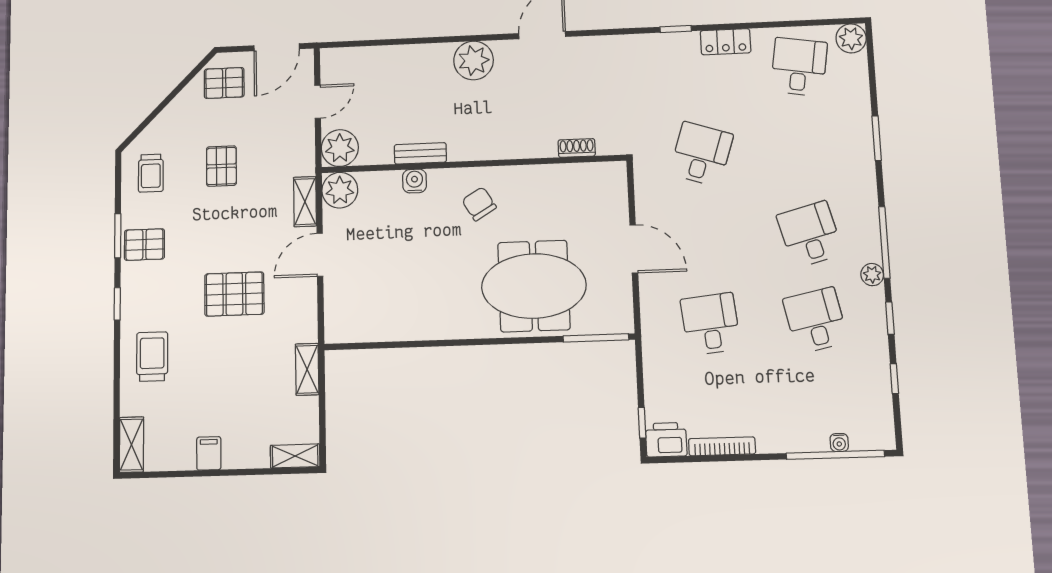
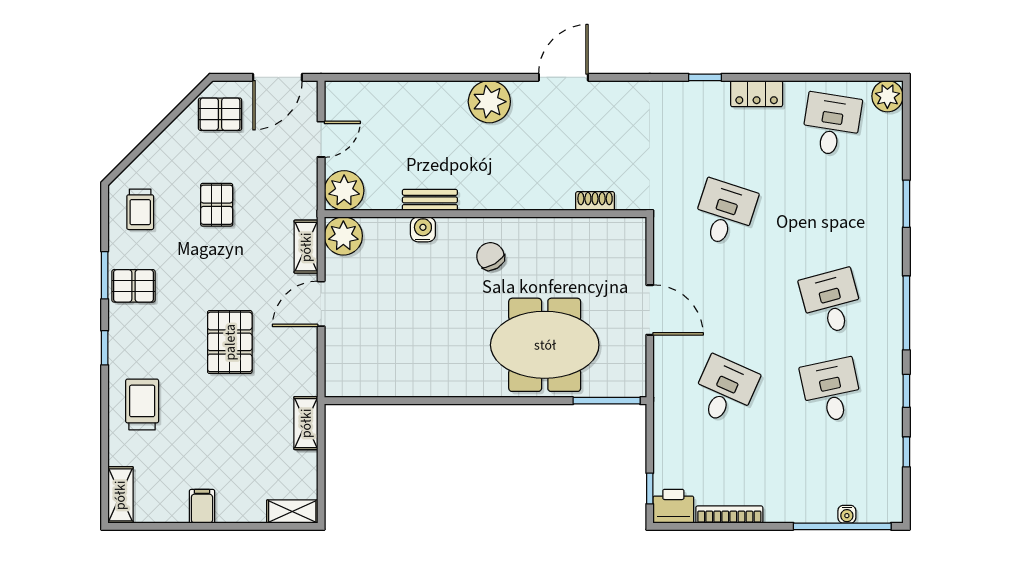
plant: (872, 275) -> (892, 346), removed
pallet: (234, 294) -> (230, 342), turned 90
desk: (711, 324) -> (725, 391), turned 30

